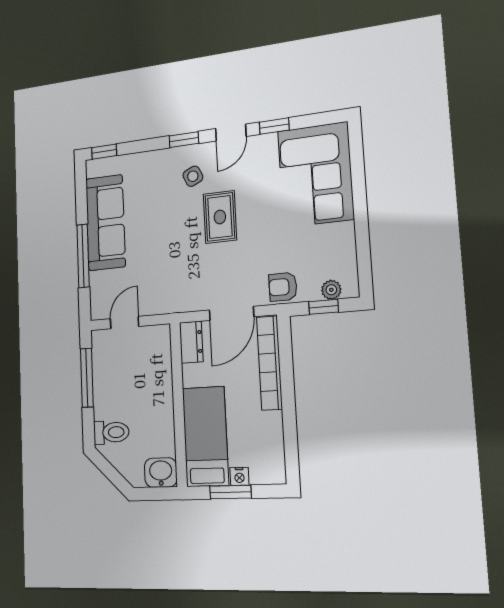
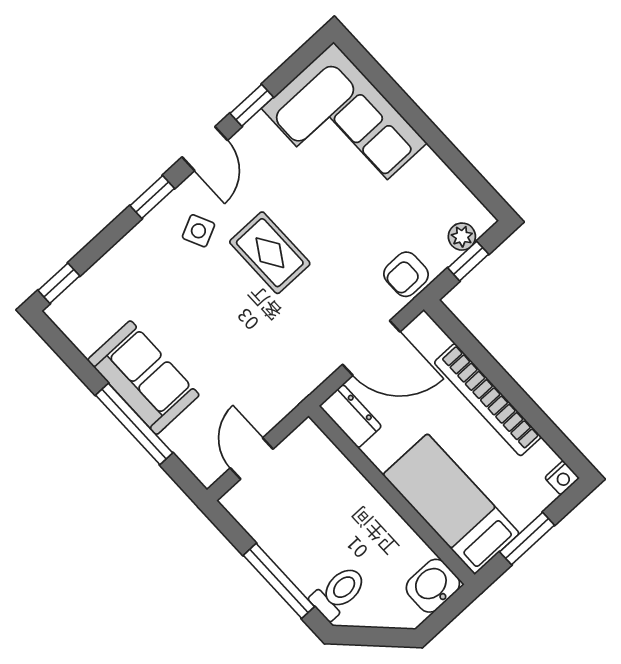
sofa: (105, 223) -> (143, 378), width x0.73
door: (231, 313) -> (371, 348), hinge flipped
bookcase: (269, 363) -> (488, 400), moved
window: (87, 378) -> (279, 581), moved
nightstand: (239, 476) -> (562, 478), moved

